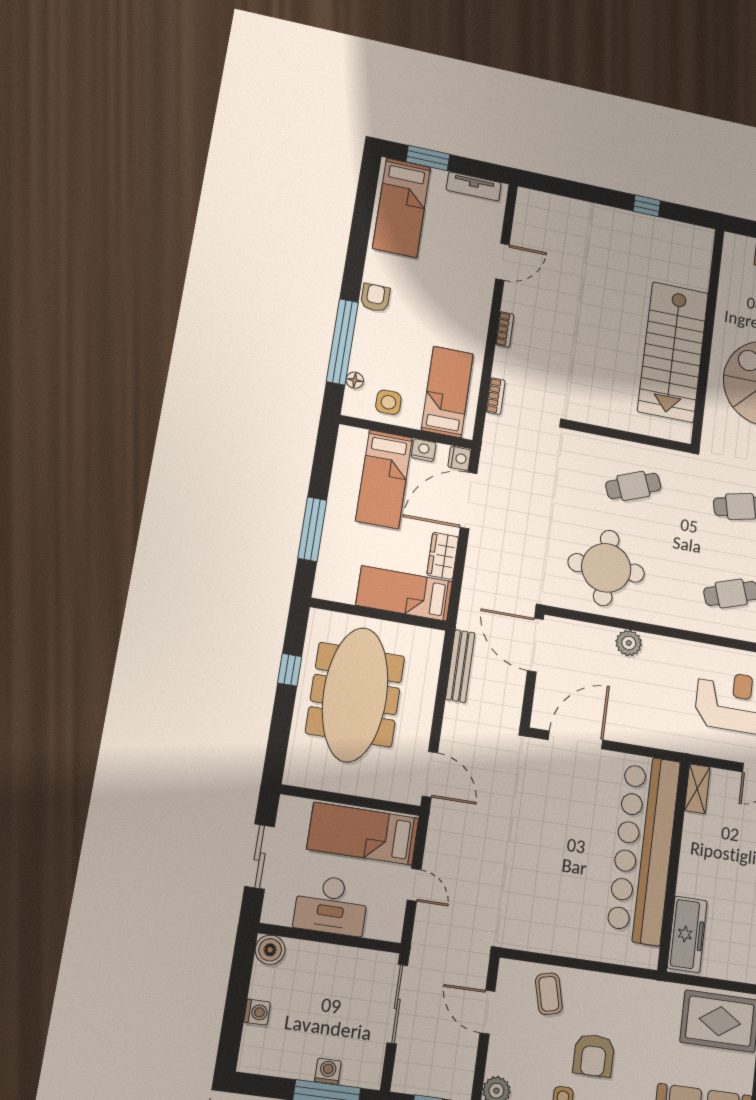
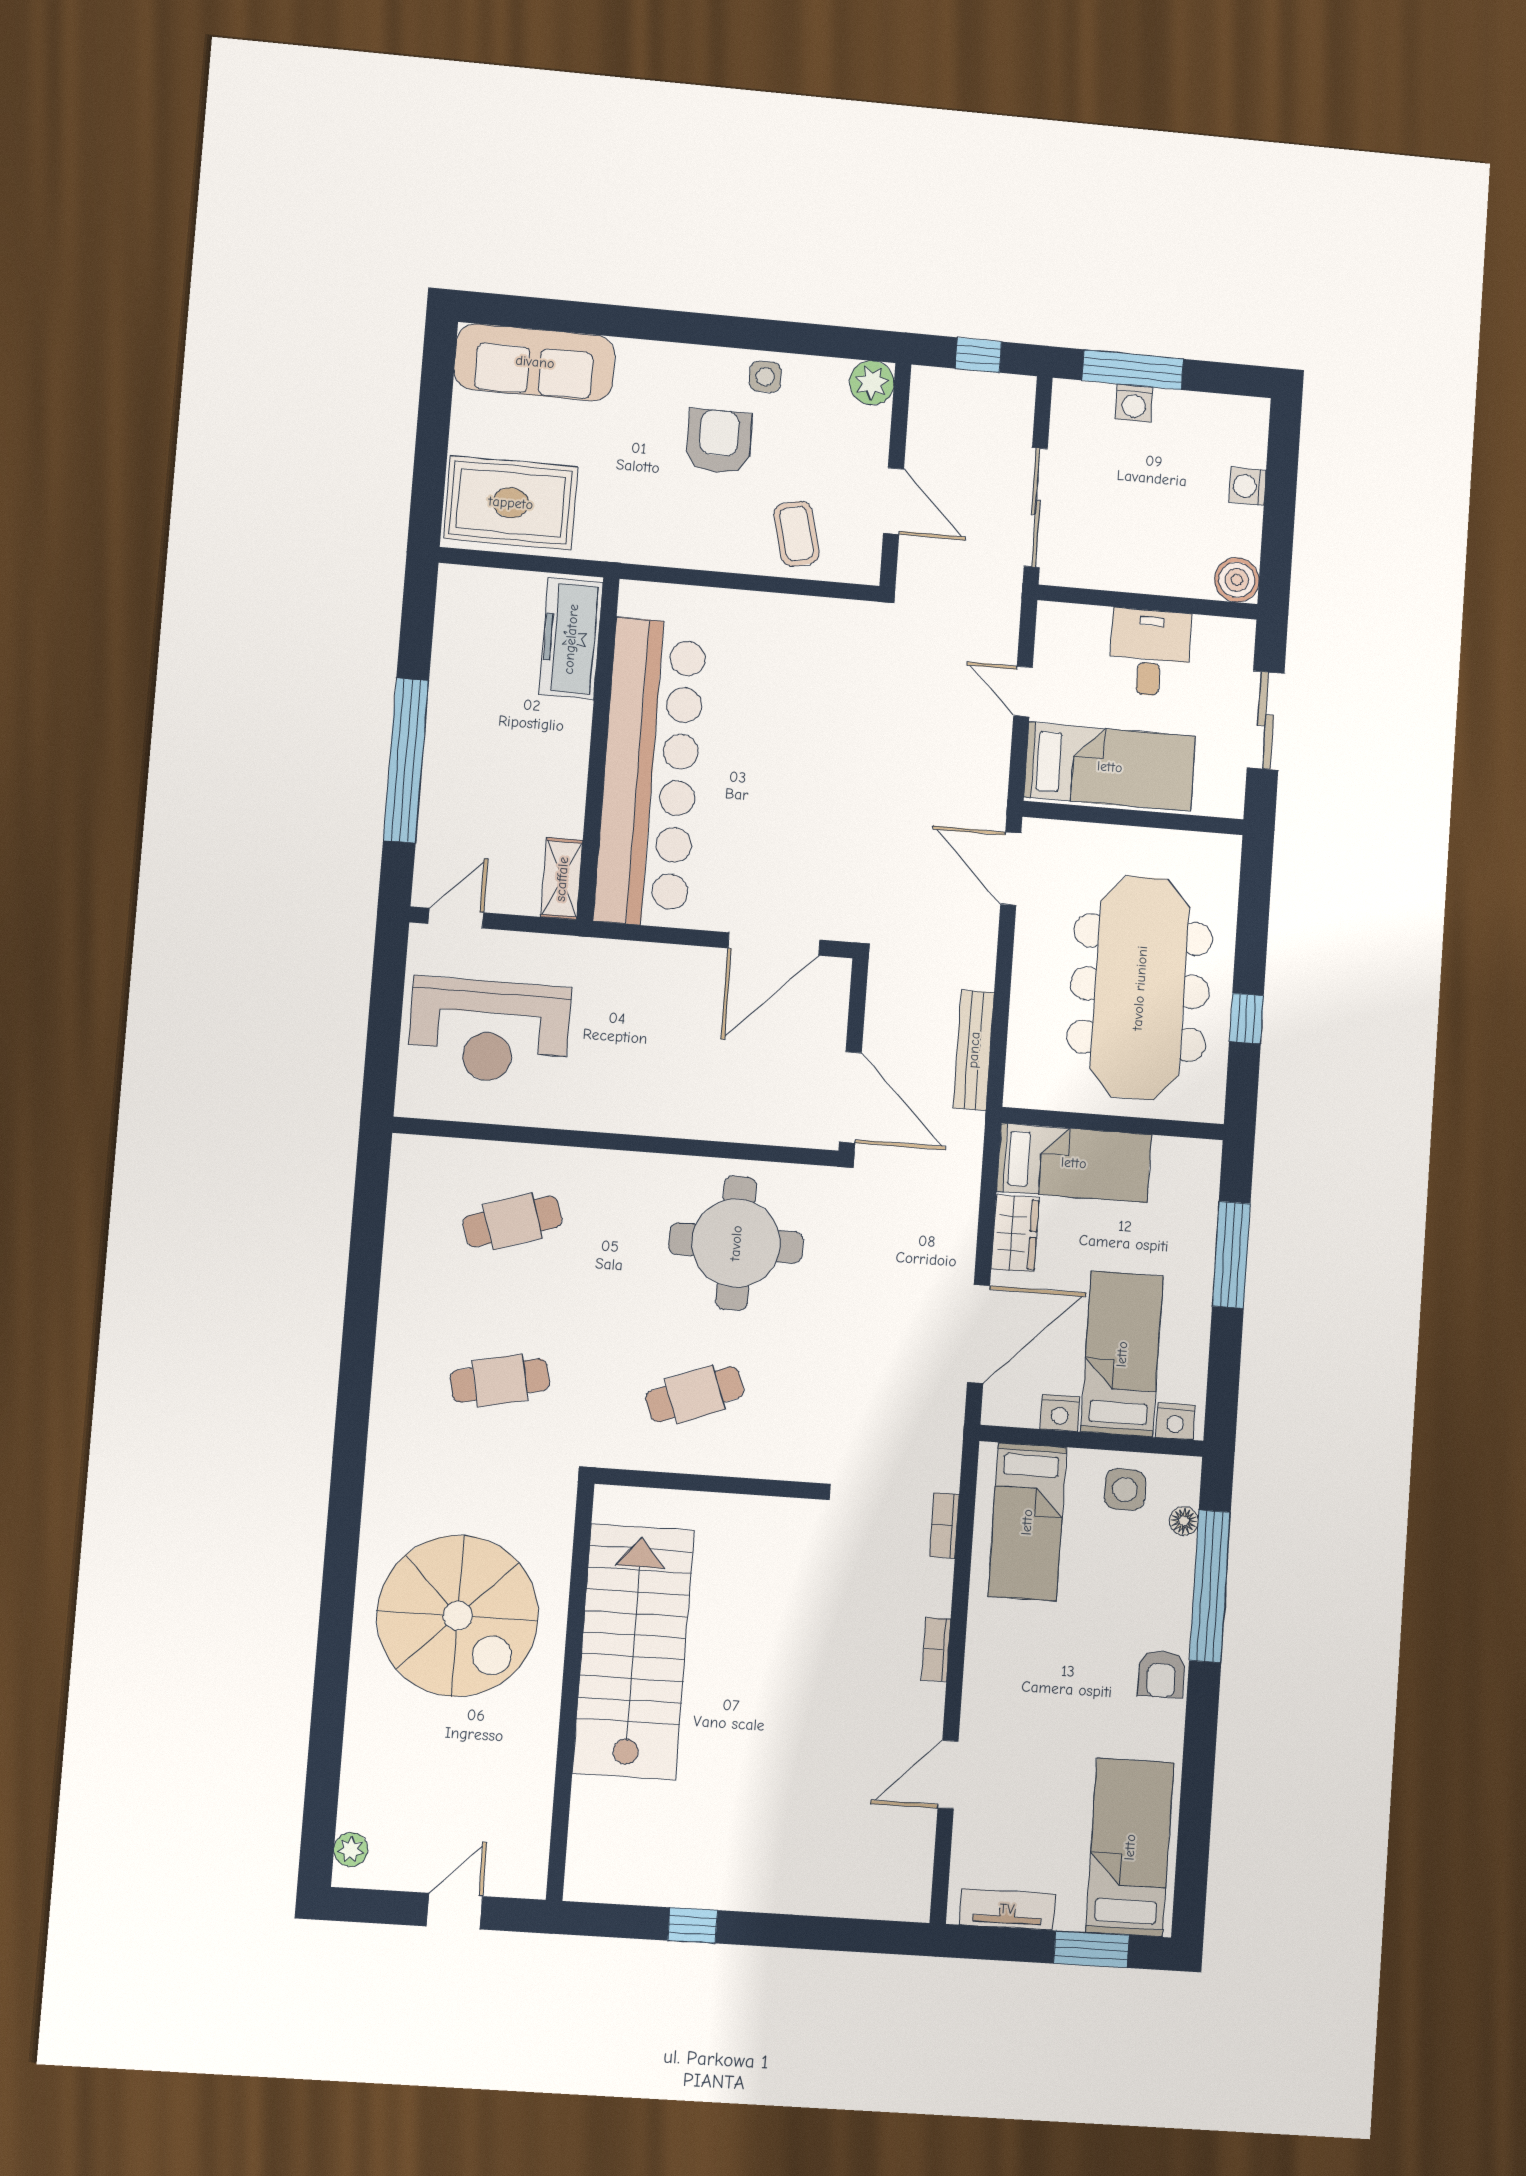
nightstand: (459, 458) -> (1175, 1421), moved, turned -90
plant: (629, 643) -> (691, 1116), removed
desk: (331, 905) -> (1150, 653), width x0.73

